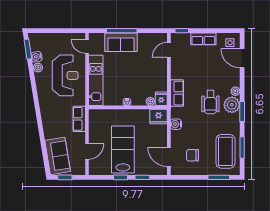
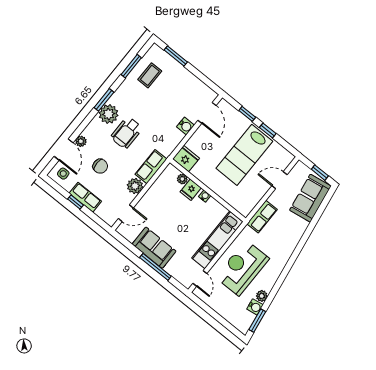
window: (182, 31) -> (75, 202), moved
sofa: (121, 42) -> (154, 248), moved
plant: (177, 72) -> (135, 186), added
plant: (235, 91) -> (81, 141), moved
fridge: (161, 99) -> (191, 190), moved
wheelchair: (210, 102) -> (126, 133), turned 180
water cooler: (176, 124) -> (185, 126), moved
coffee table: (225, 151) -> (150, 75), width x0.54, depth x0.58
chair: (192, 155) -> (100, 166), moved

